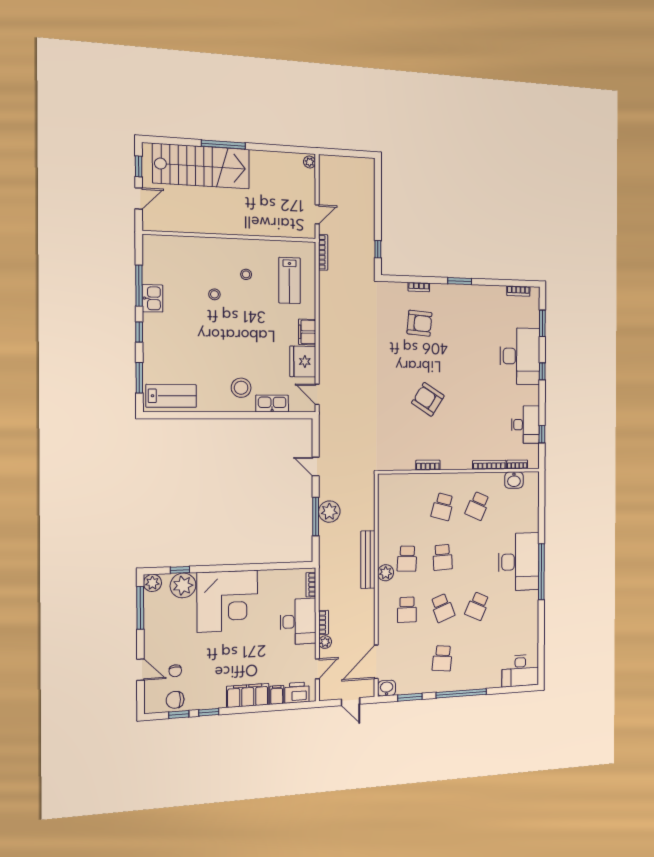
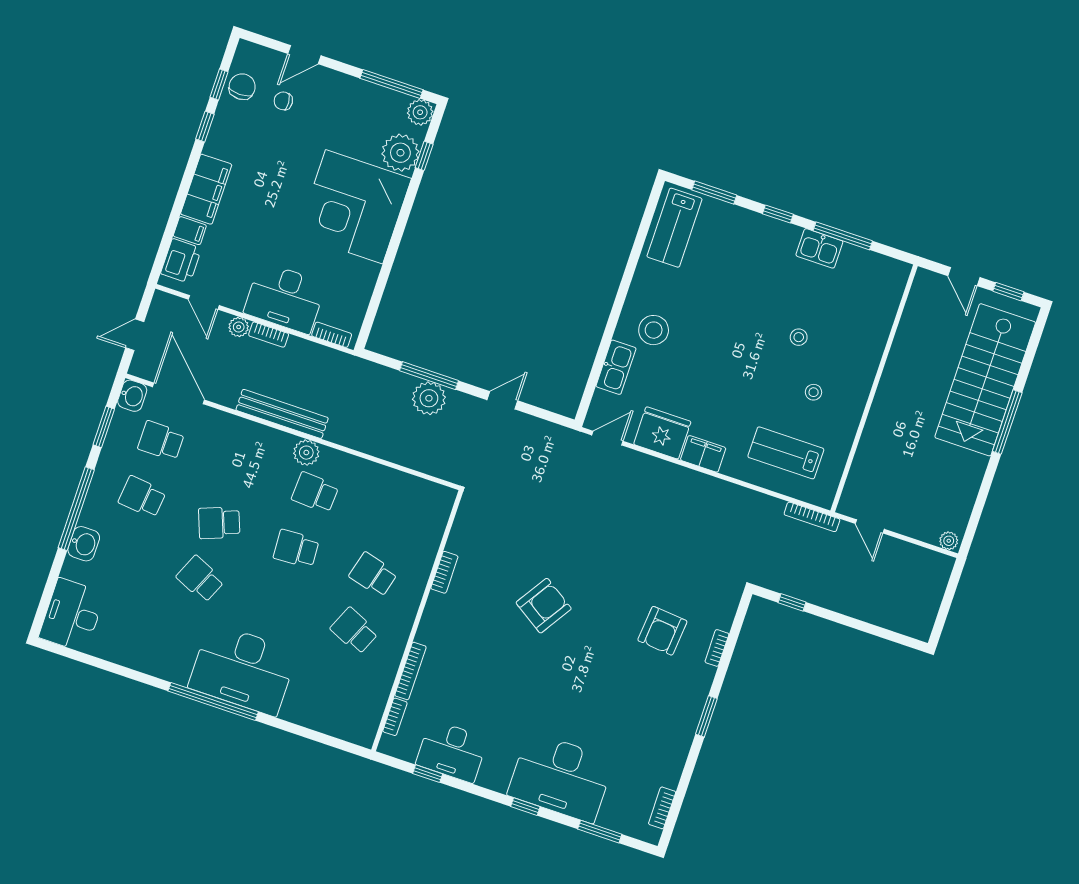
washbasin: (514, 480) -> (84, 544), moved, turned 180
bench: (368, 560) -> (282, 414), moved
school desk: (407, 610) -> (161, 441), moved

